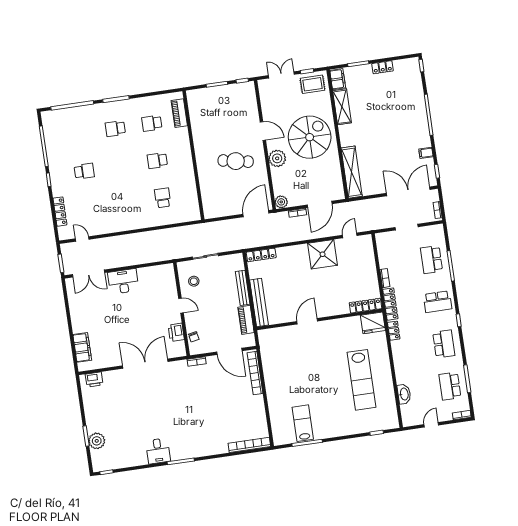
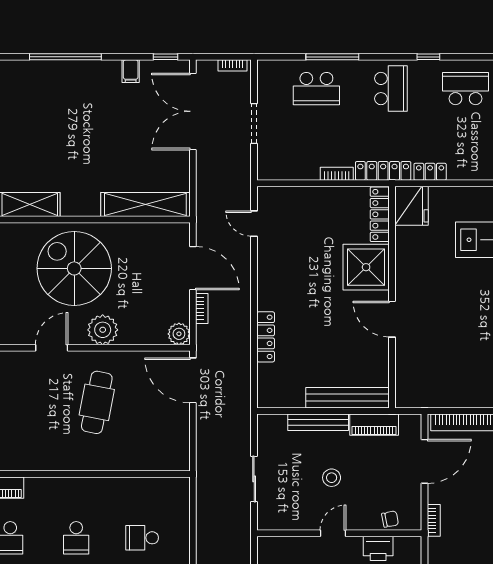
shower: (323, 254) -> (366, 267), moved
locker: (261, 255) -> (266, 337), moved
stool: (194, 281) -> (332, 478), moved

